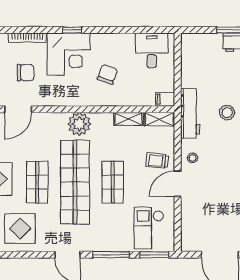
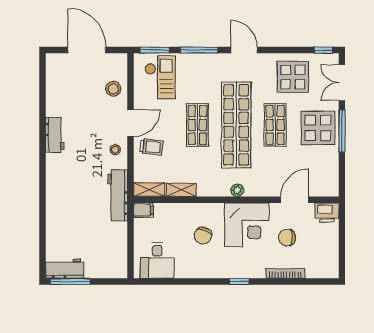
corner desk: (69, 54) -> (247, 225), moved, turned 180
stool: (227, 113) -> (113, 89), moved
plant: (79, 124) -> (237, 190), width x0.53, depth x0.53

